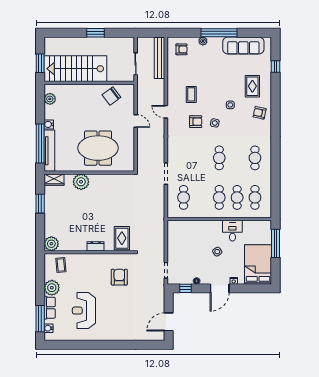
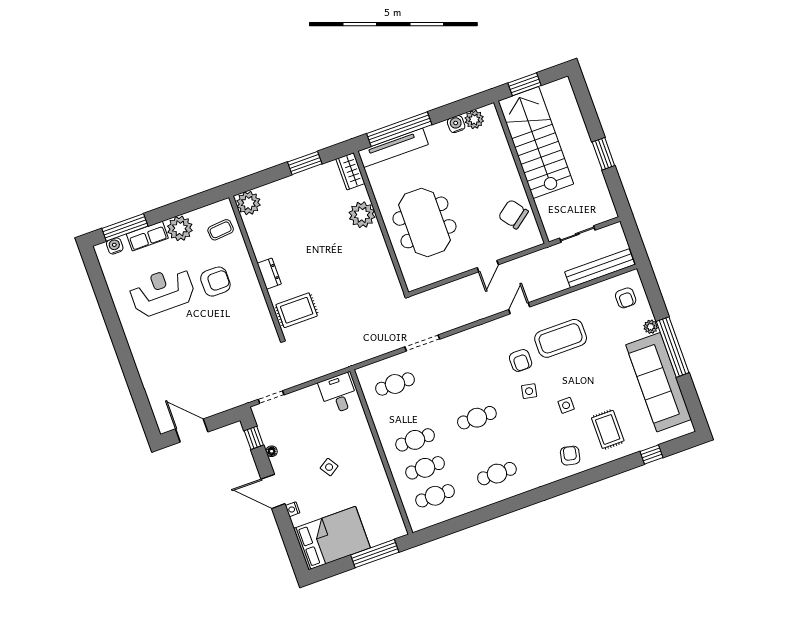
sofa: (243, 45) -> (659, 382), width x1.36, depth x1.27
rug: (252, 86) -> (608, 429), turned 90
coffee table: (191, 94) -> (561, 338), width x1.86, depth x1.72
water cooler: (49, 124) -> (456, 124), moved
desk: (232, 231) -> (338, 394), moved, turned -90
armchair: (119, 277) -> (215, 282), moved

